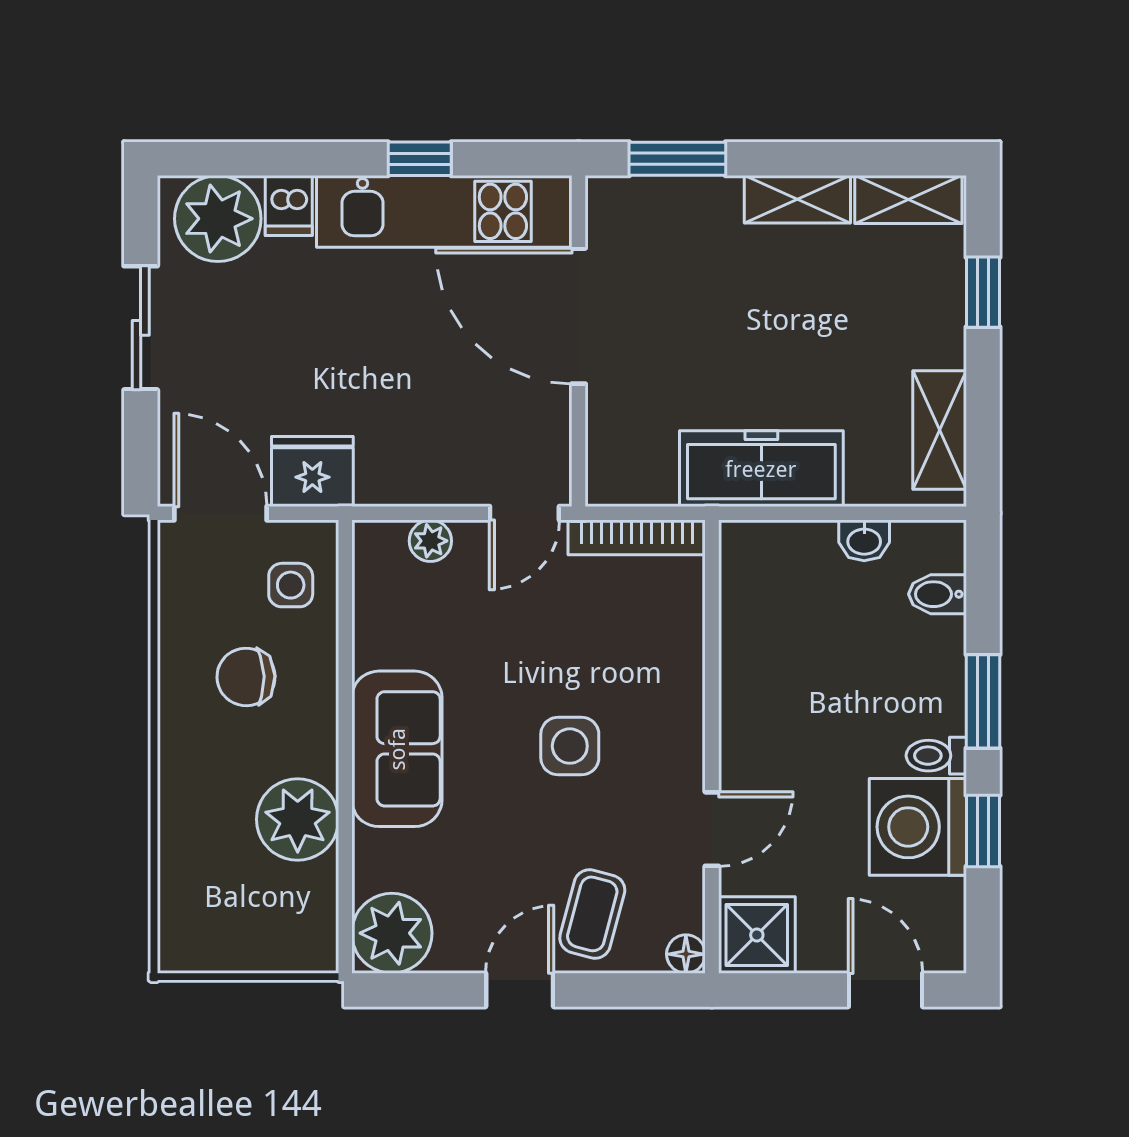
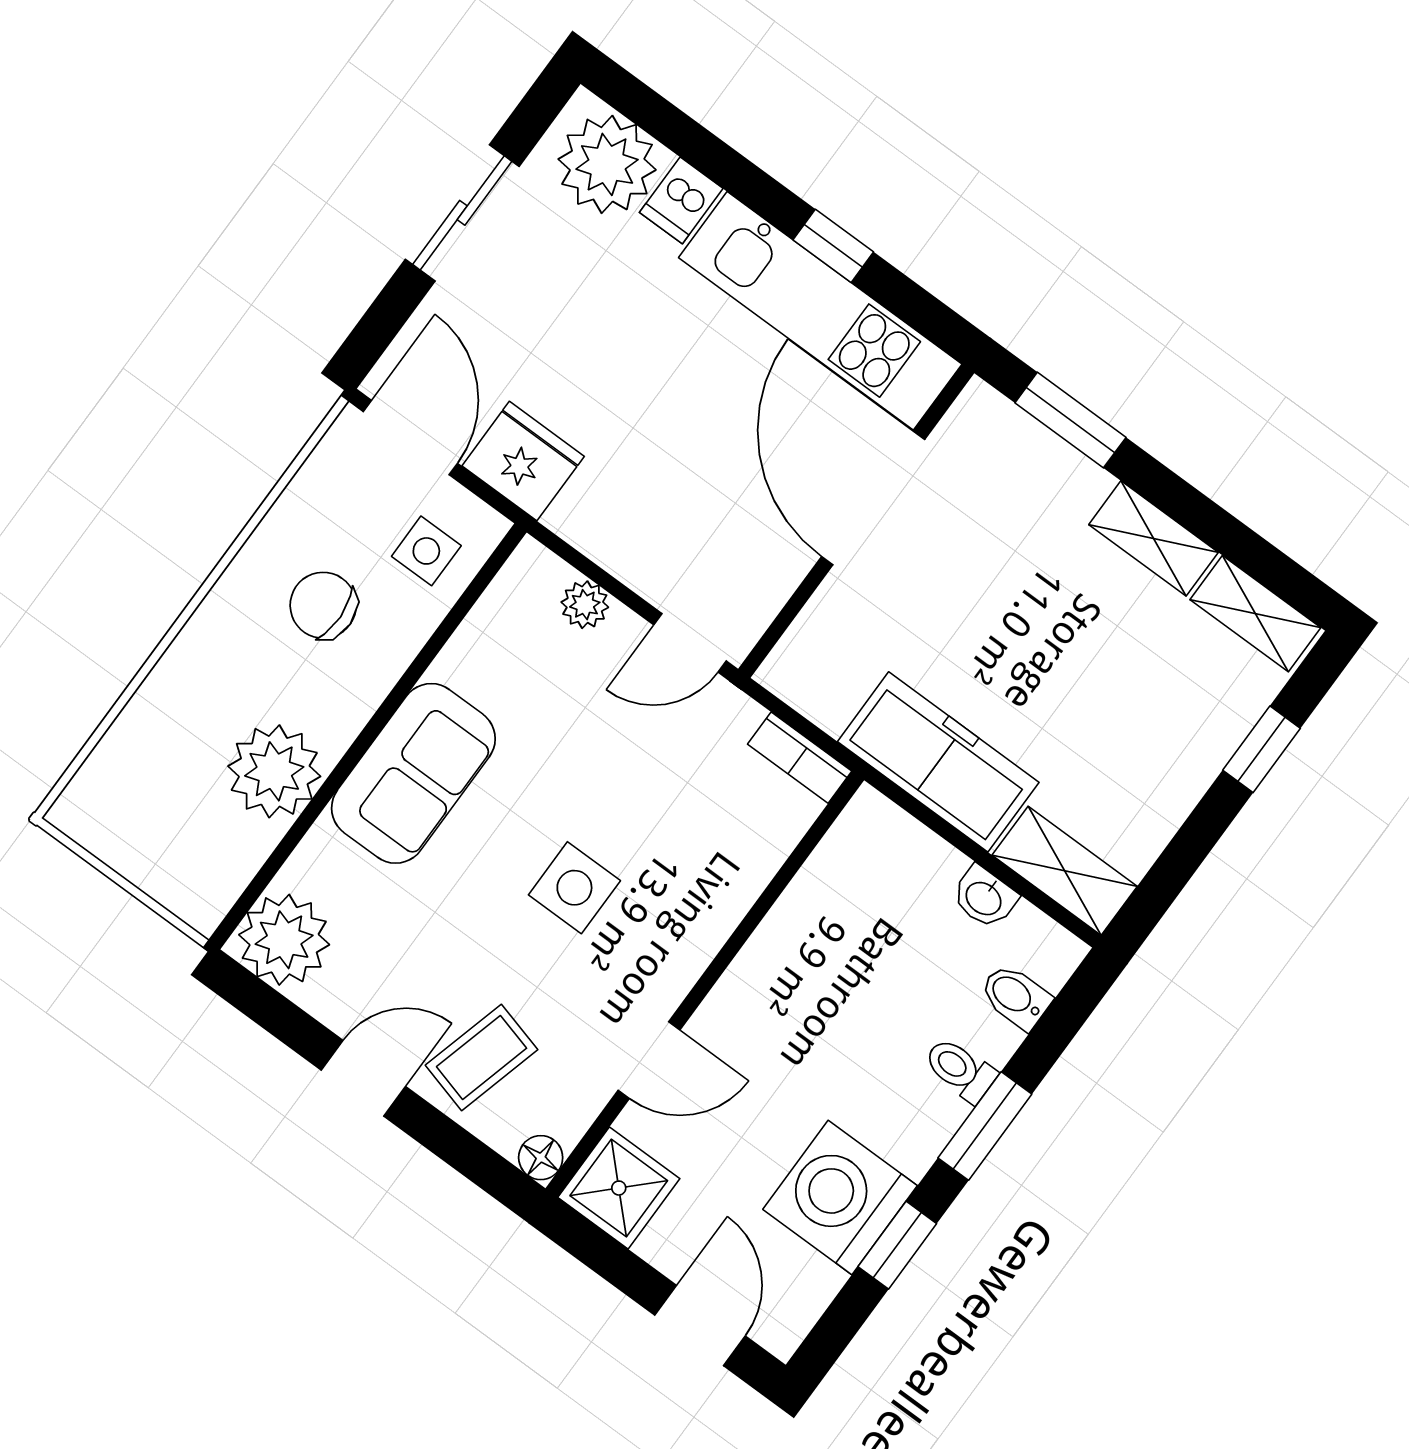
shelving: (940, 430) -> (1065, 871), moved, turned 90
bookcase: (637, 537) -> (800, 758), width x0.64
toilet: (936, 756) -> (960, 1070), moved

